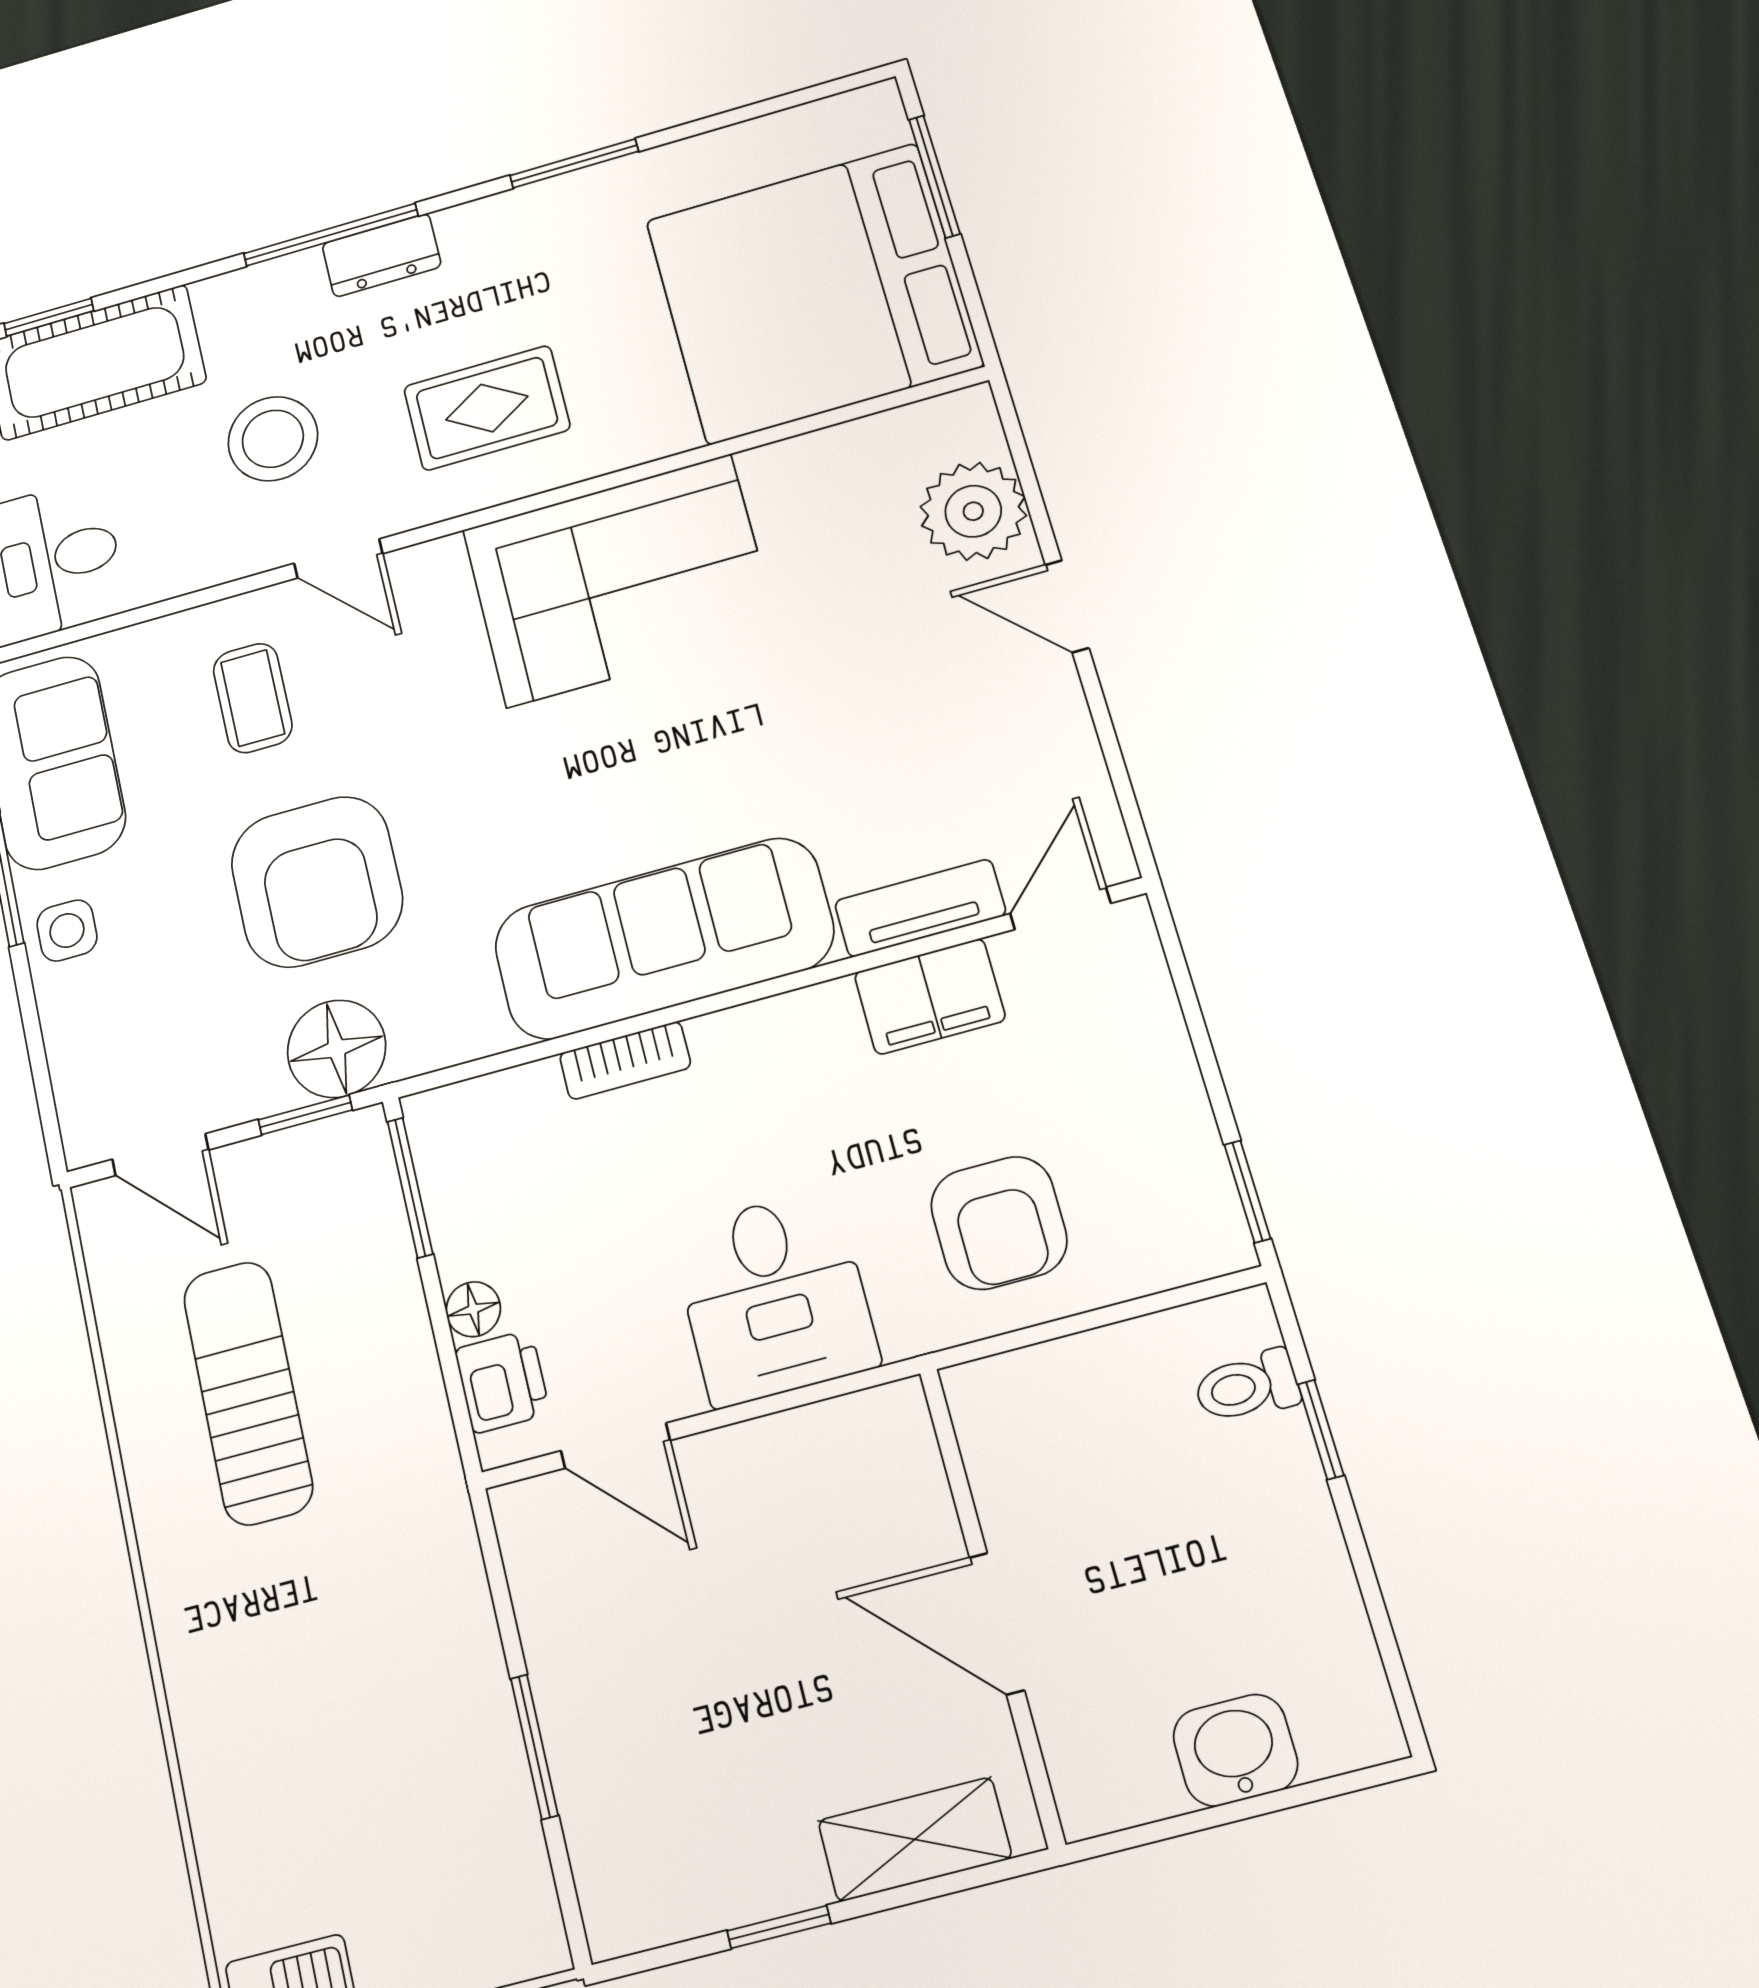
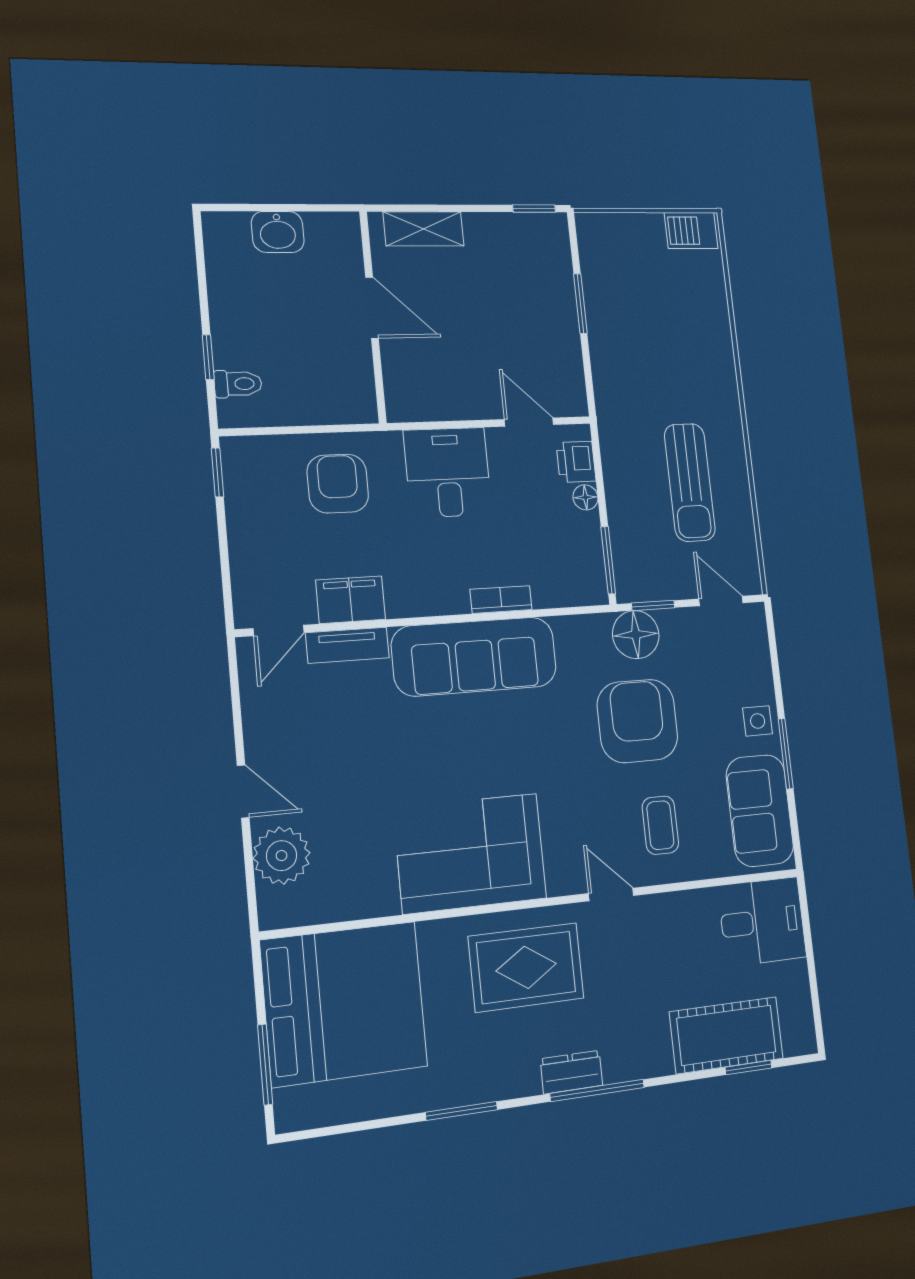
rug: (487, 408) -> (526, 967), width x1.36, depth x1.43
stool: (273, 439) -> (638, 971), removed
window: (779, 1927) -> (534, 209), moved

